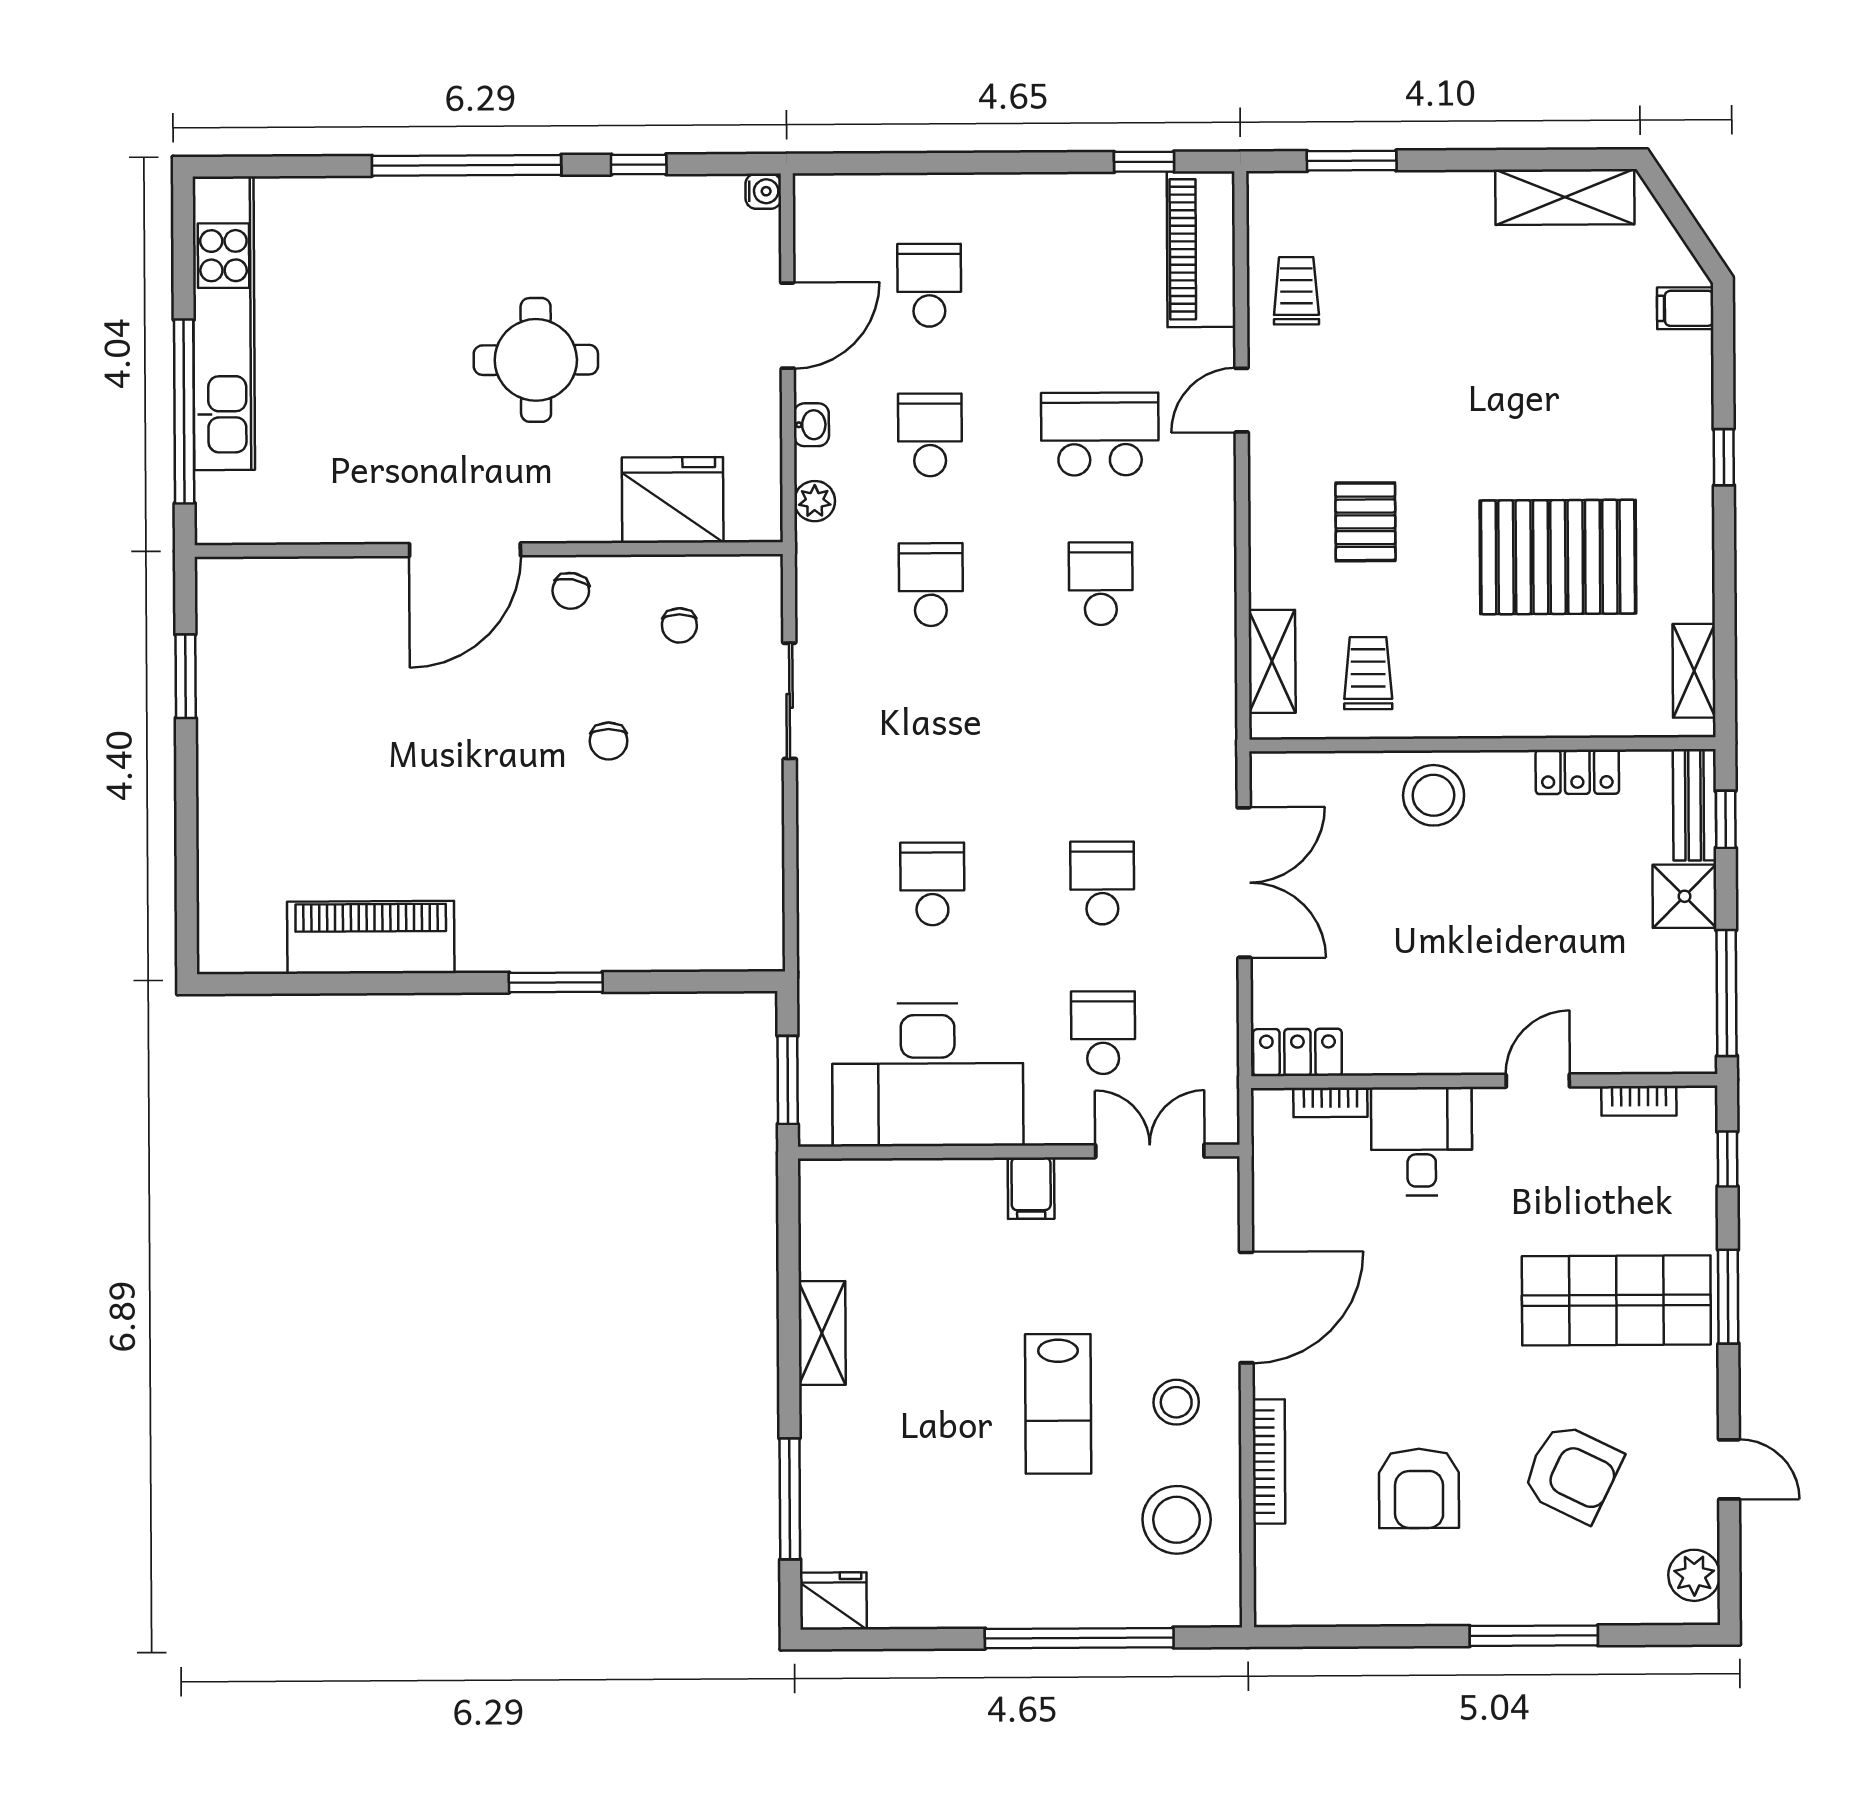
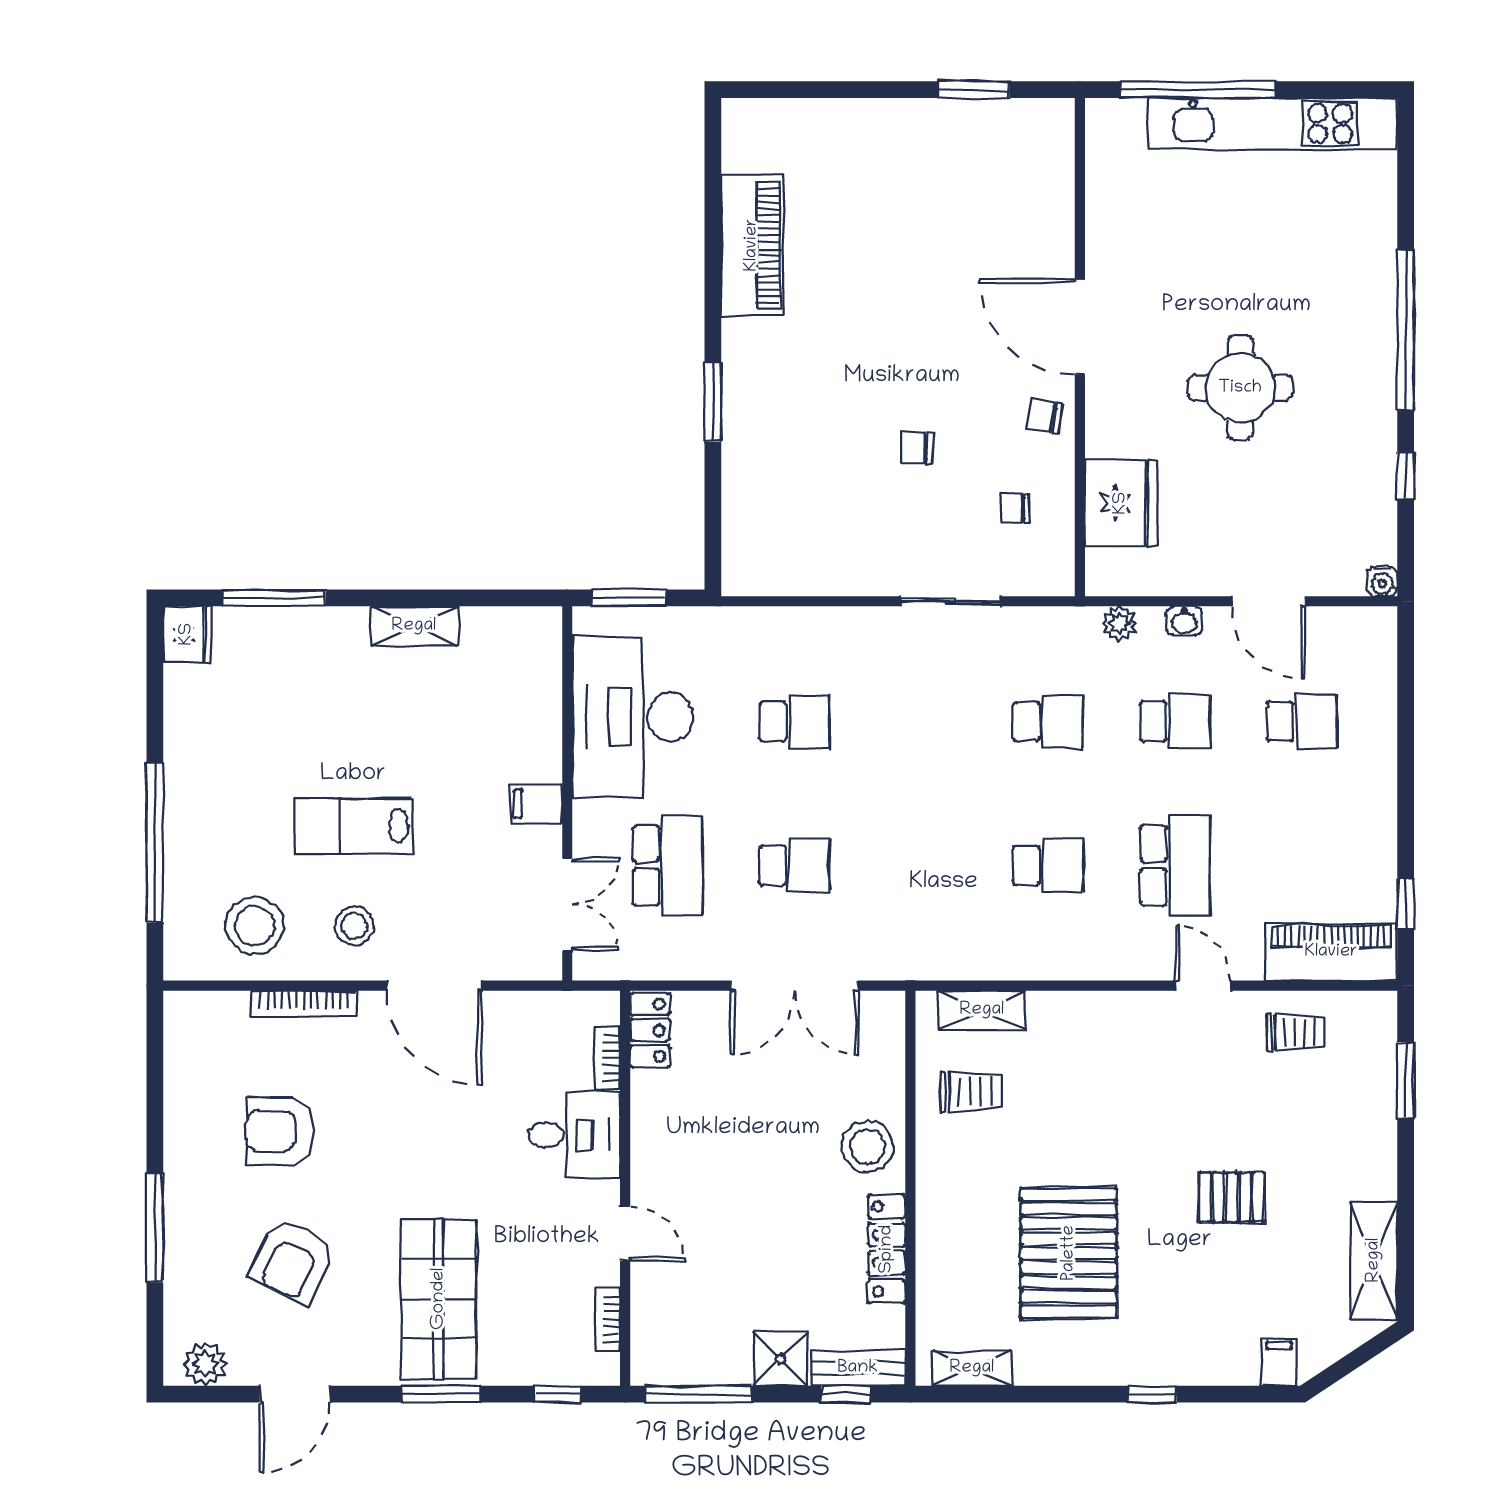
pallet: (1365, 522) -> (1232, 1197), moved
locker: (1577, 772) -> (887, 1249), width x1.53
school desk: (1103, 1033) -> (668, 865), width x1.85
door: (1729, 1469) -> (295, 1394), width x1.37

